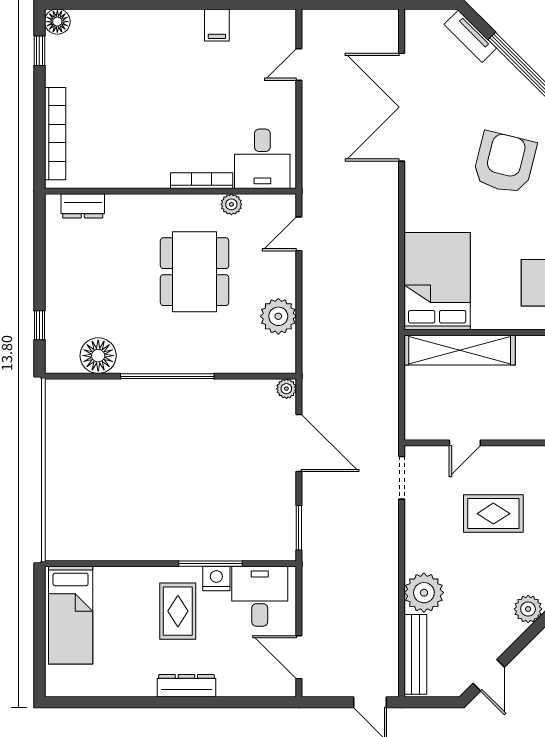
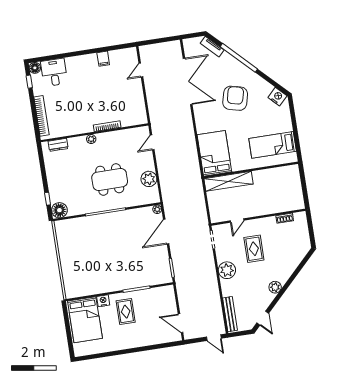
double door: (402, 107) -> (188, 81), swing flipped
desk: (262, 159) -> (54, 72), moved, turned 180
plant: (231, 204) -> (91, 139), moved
dining table: (195, 272) -> (110, 179), moved, turned 90
floor lamp: (98, 356) -> (59, 210), moved
door: (299, 443) -> (166, 232), swing flipped
rug: (493, 514) -> (254, 249), turned 90
nightstand: (216, 579) -> (103, 301), moved
plant: (424, 593) -> (227, 270), moved
desk: (260, 596) -> (160, 300), removed
bed: (71, 615) -> (85, 320), width x1.50
dresser: (186, 686) -> (134, 343), removed

